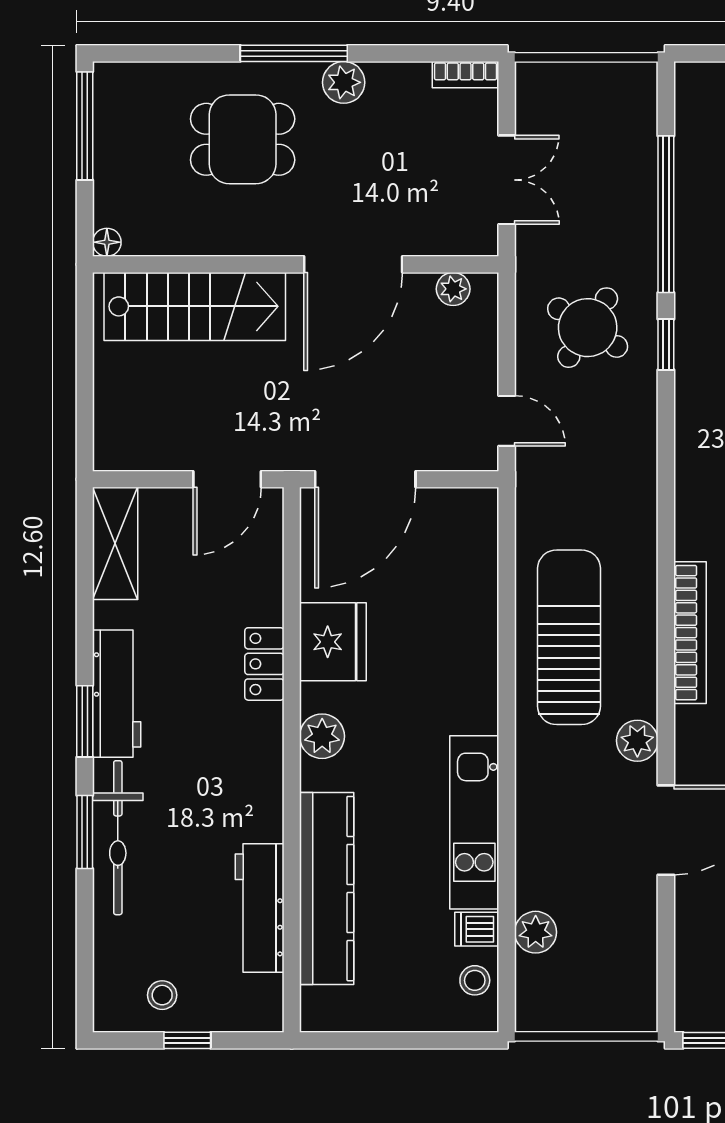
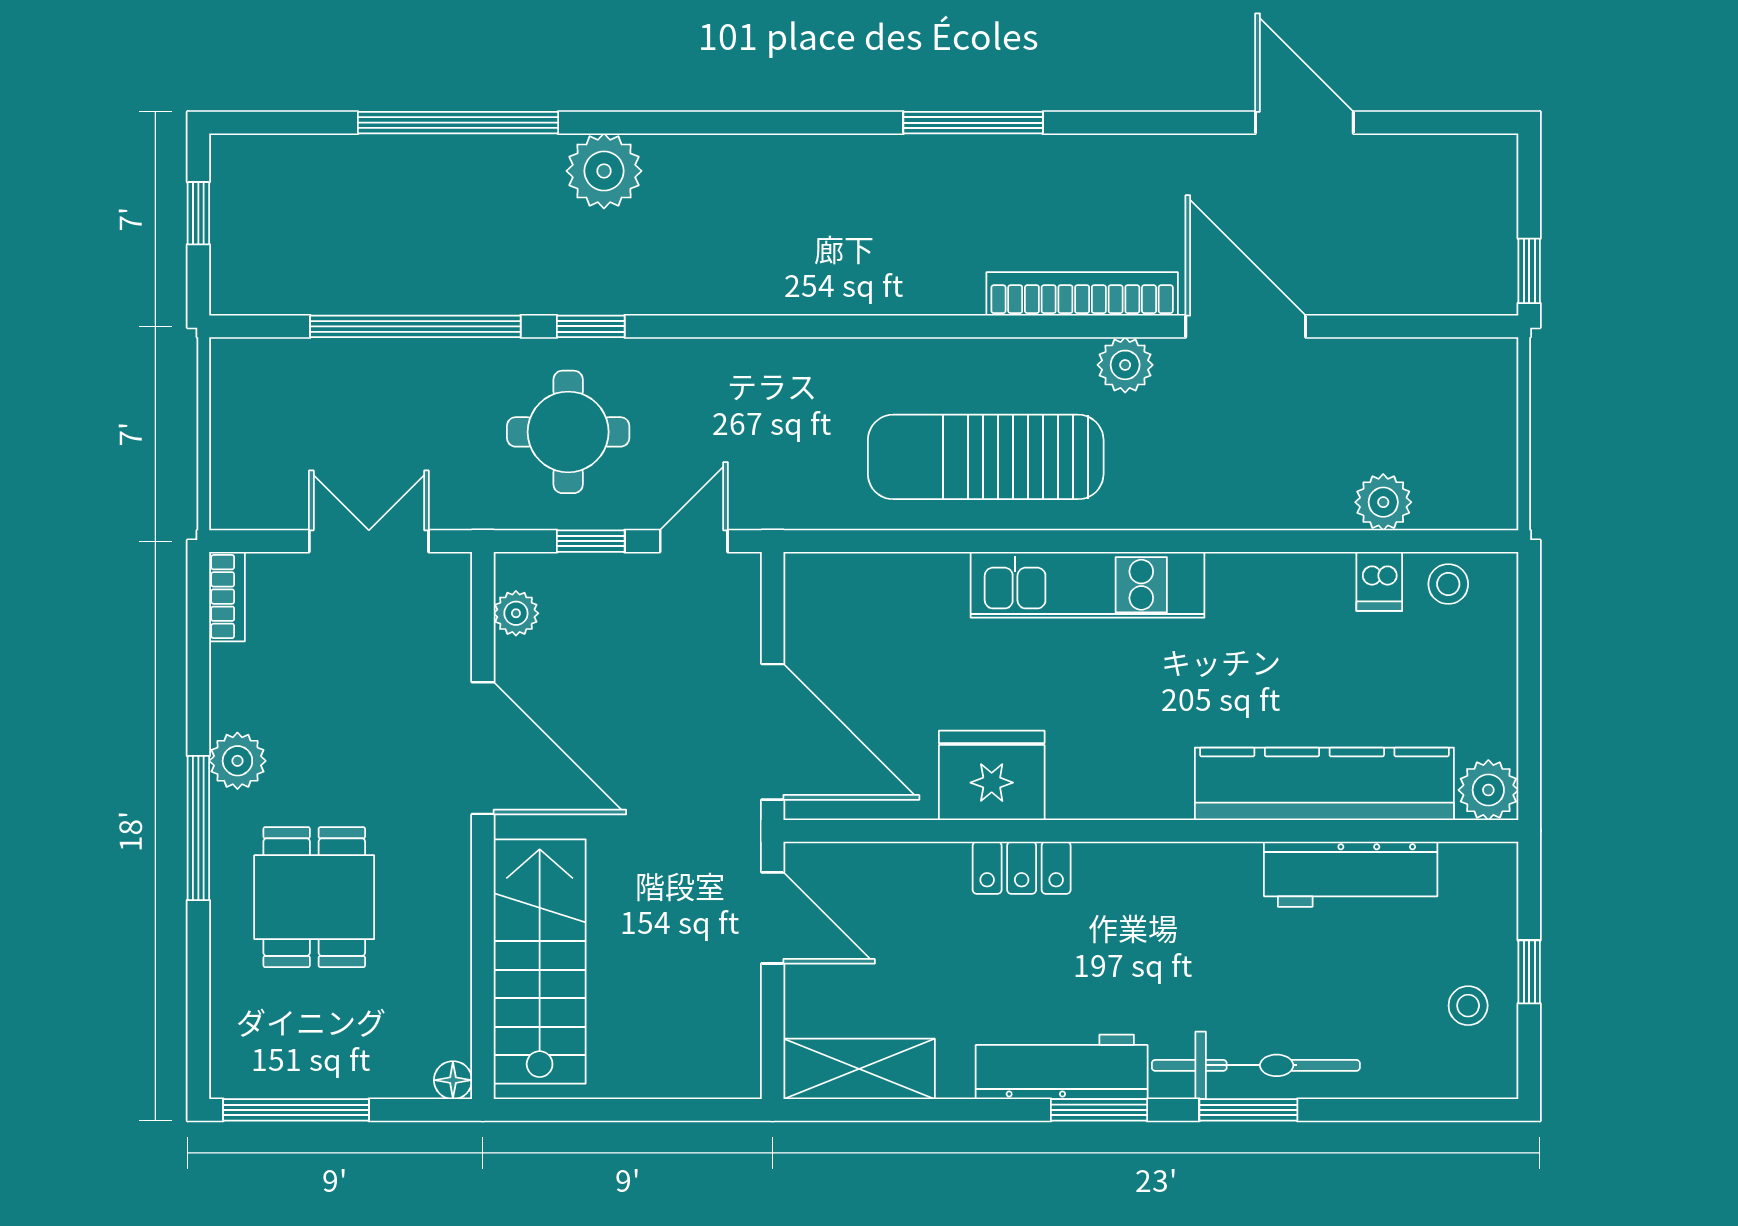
round table: (588, 328) -> (568, 432), turned -33
window: (507, 344) -> (591, 541), added
bookcase: (690, 633) -> (1082, 294), moved
plant: (322, 736) -> (1488, 790), moved
kitchen unit: (474, 822) -> (1088, 585), moved

